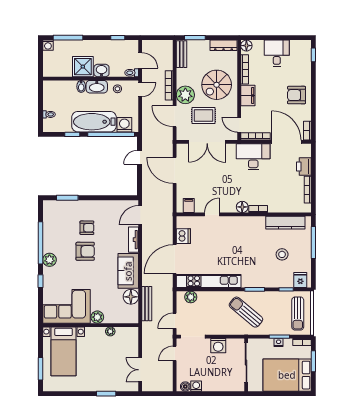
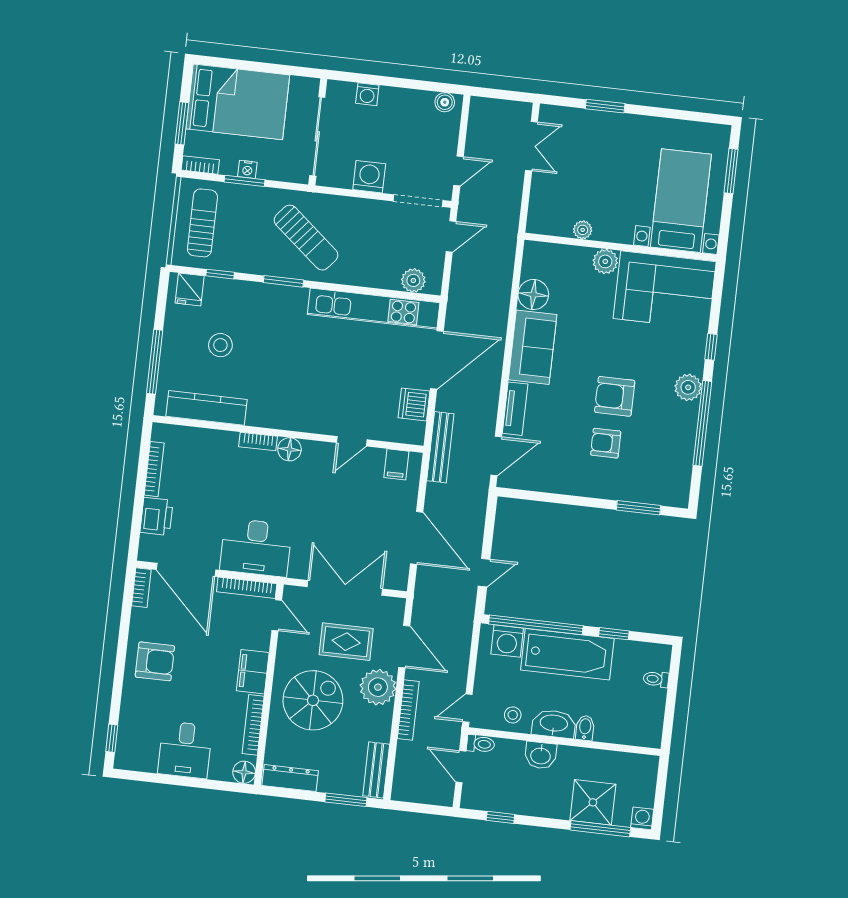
shower: (83, 67) -> (593, 802), moved
bench: (147, 304) -> (440, 447), moved
washing machine: (196, 386) -> (367, 94), moved

